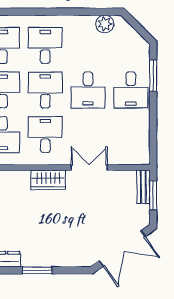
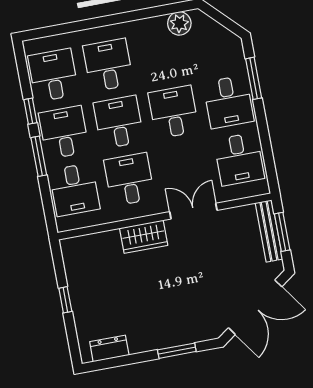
desk: (88, 90) -> (174, 112), turned 180
desk: (131, 135) -> (239, 159), added
bench: (143, 187) -> (269, 231), width x1.36
window: (37, 270) -> (177, 351), moved

